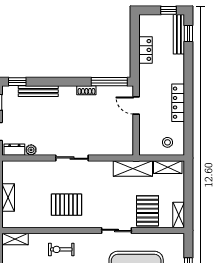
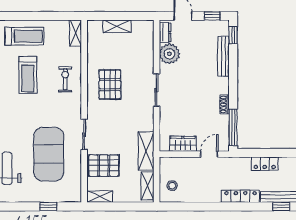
locker: (178, 103) -> (241, 196), moved
wardrobe: (126, 132) -> (183, 144), added
plant: (31, 150) -> (169, 54), width x1.87, depth x1.87

